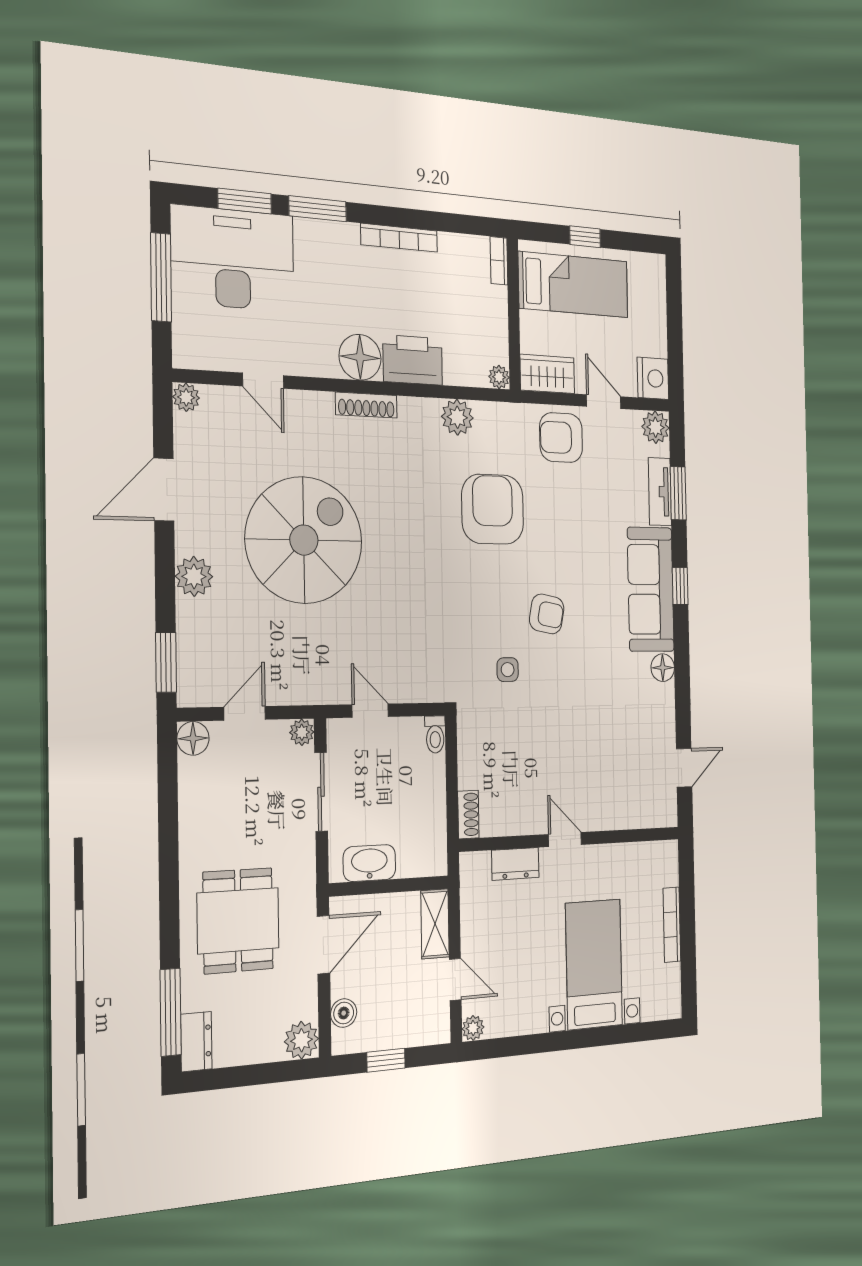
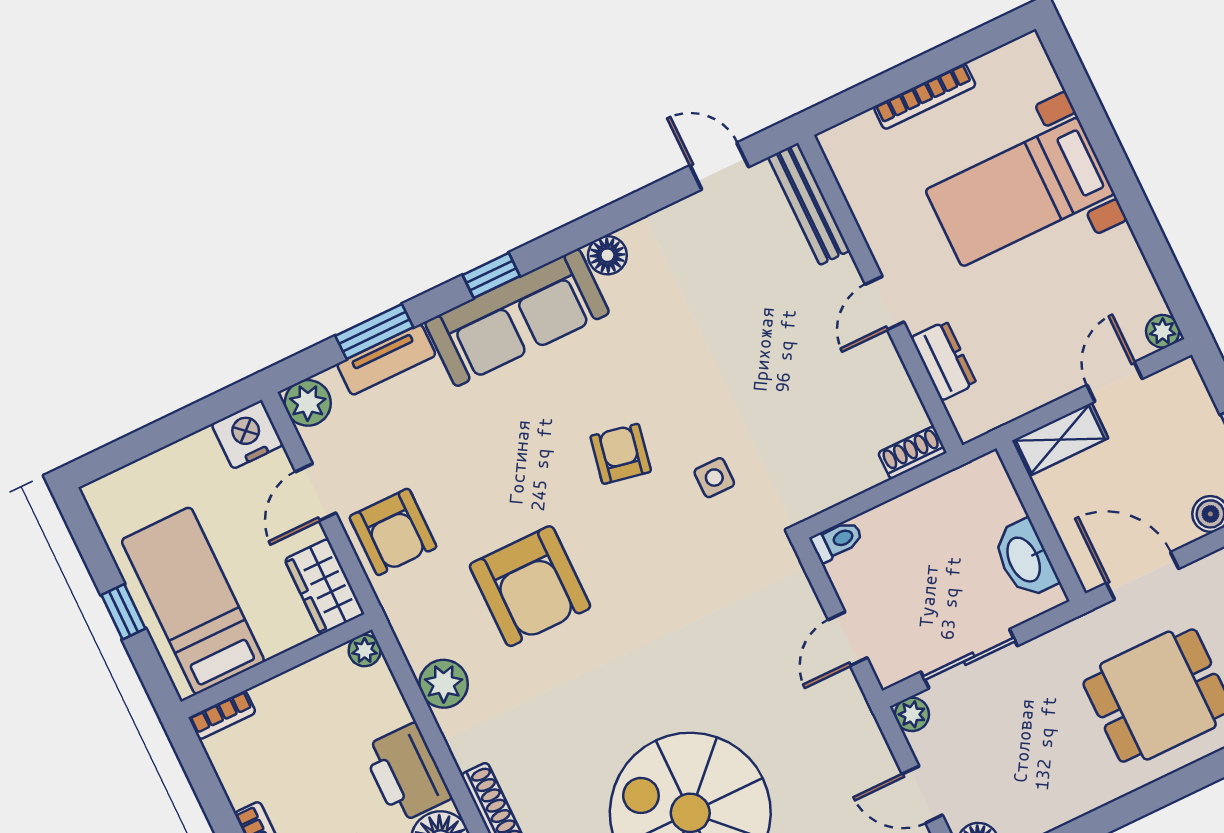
armchair: (493, 509) -> (530, 586), turned -90
bench: (641, 817) -> (809, 204), added

